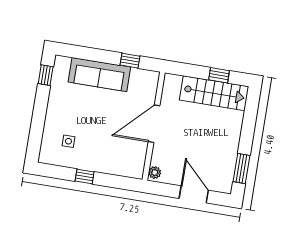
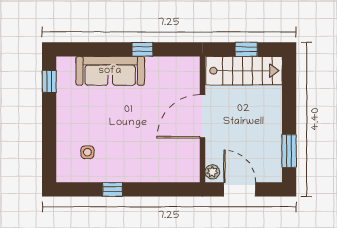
door: (154, 124) -> (202, 116), moved
wall: (154, 126) -> (202, 119), moved
plant: (155, 173) -> (212, 172), moved

